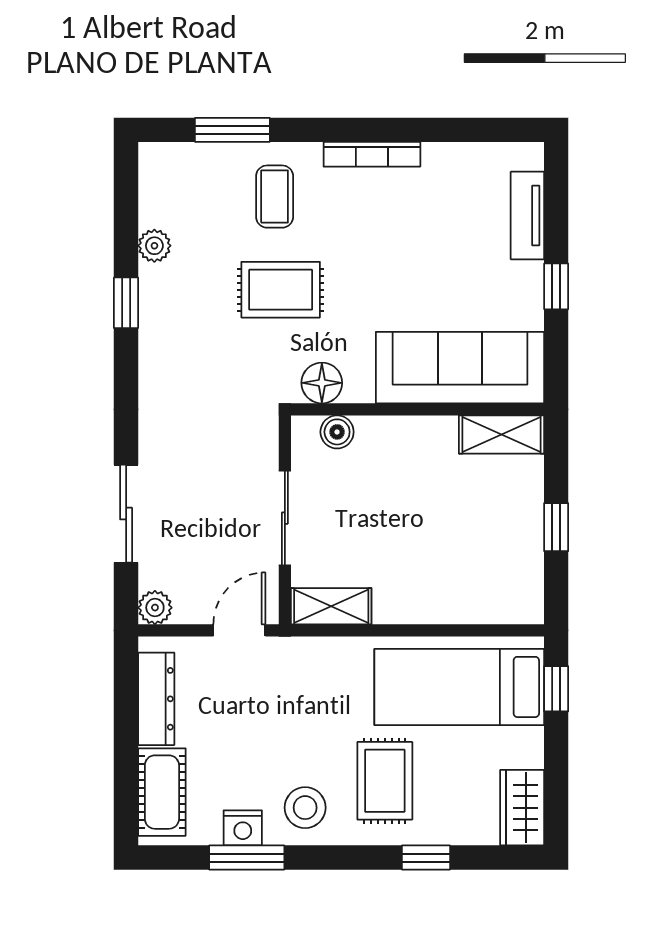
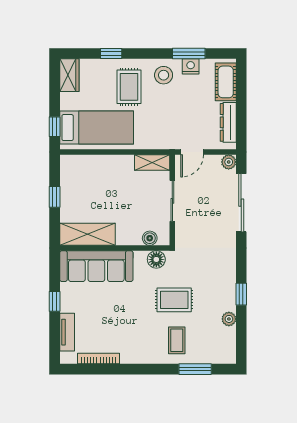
bookcase: (372, 154) -> (98, 359), moved
shelving: (502, 435) -> (88, 234), width x1.50, depth x1.33
sliding door: (126, 514) -> (241, 203), width x1.37

